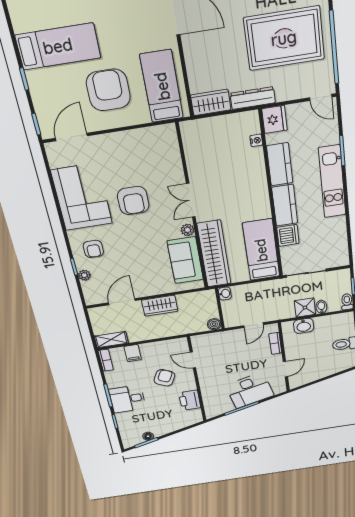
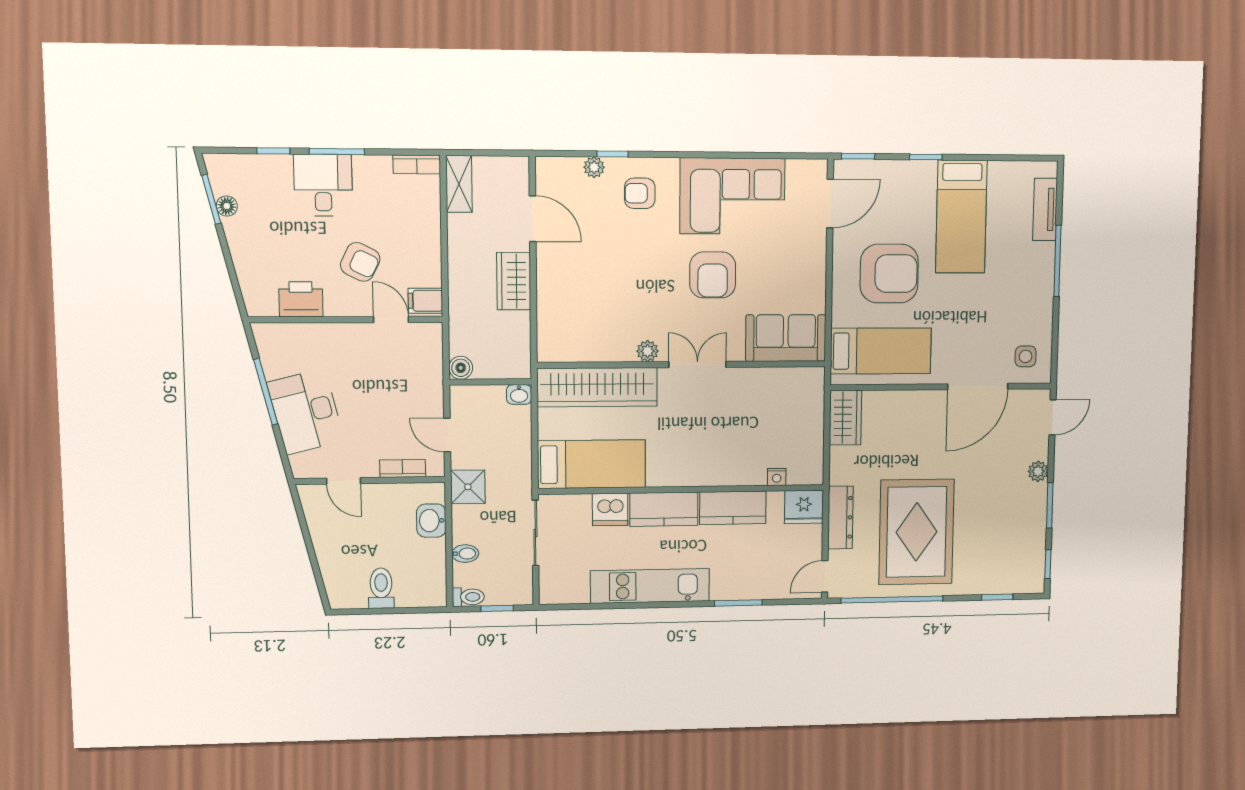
dresser: (253, 98) -> (840, 517), moved
door: (71, 137) -> (830, 203), hinge flipped
kitchen unit: (332, 182) -> (650, 586), moved
armchair: (133, 201) -> (713, 275), turned -90
sofa: (185, 260) -> (786, 338), moved
shower: (305, 308) -> (468, 487), moved
filing cabinet: (133, 353) -> (425, 301), moved
door: (193, 360) -> (391, 319), hinge flipped

